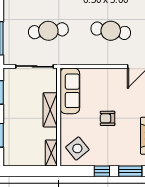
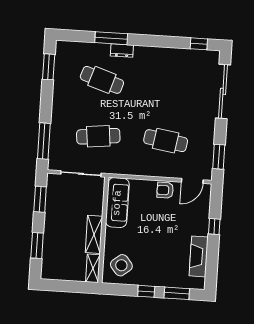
shelving: (50, 110) -> (94, 234), moved
armchair: (108, 118) -> (165, 190), moved

